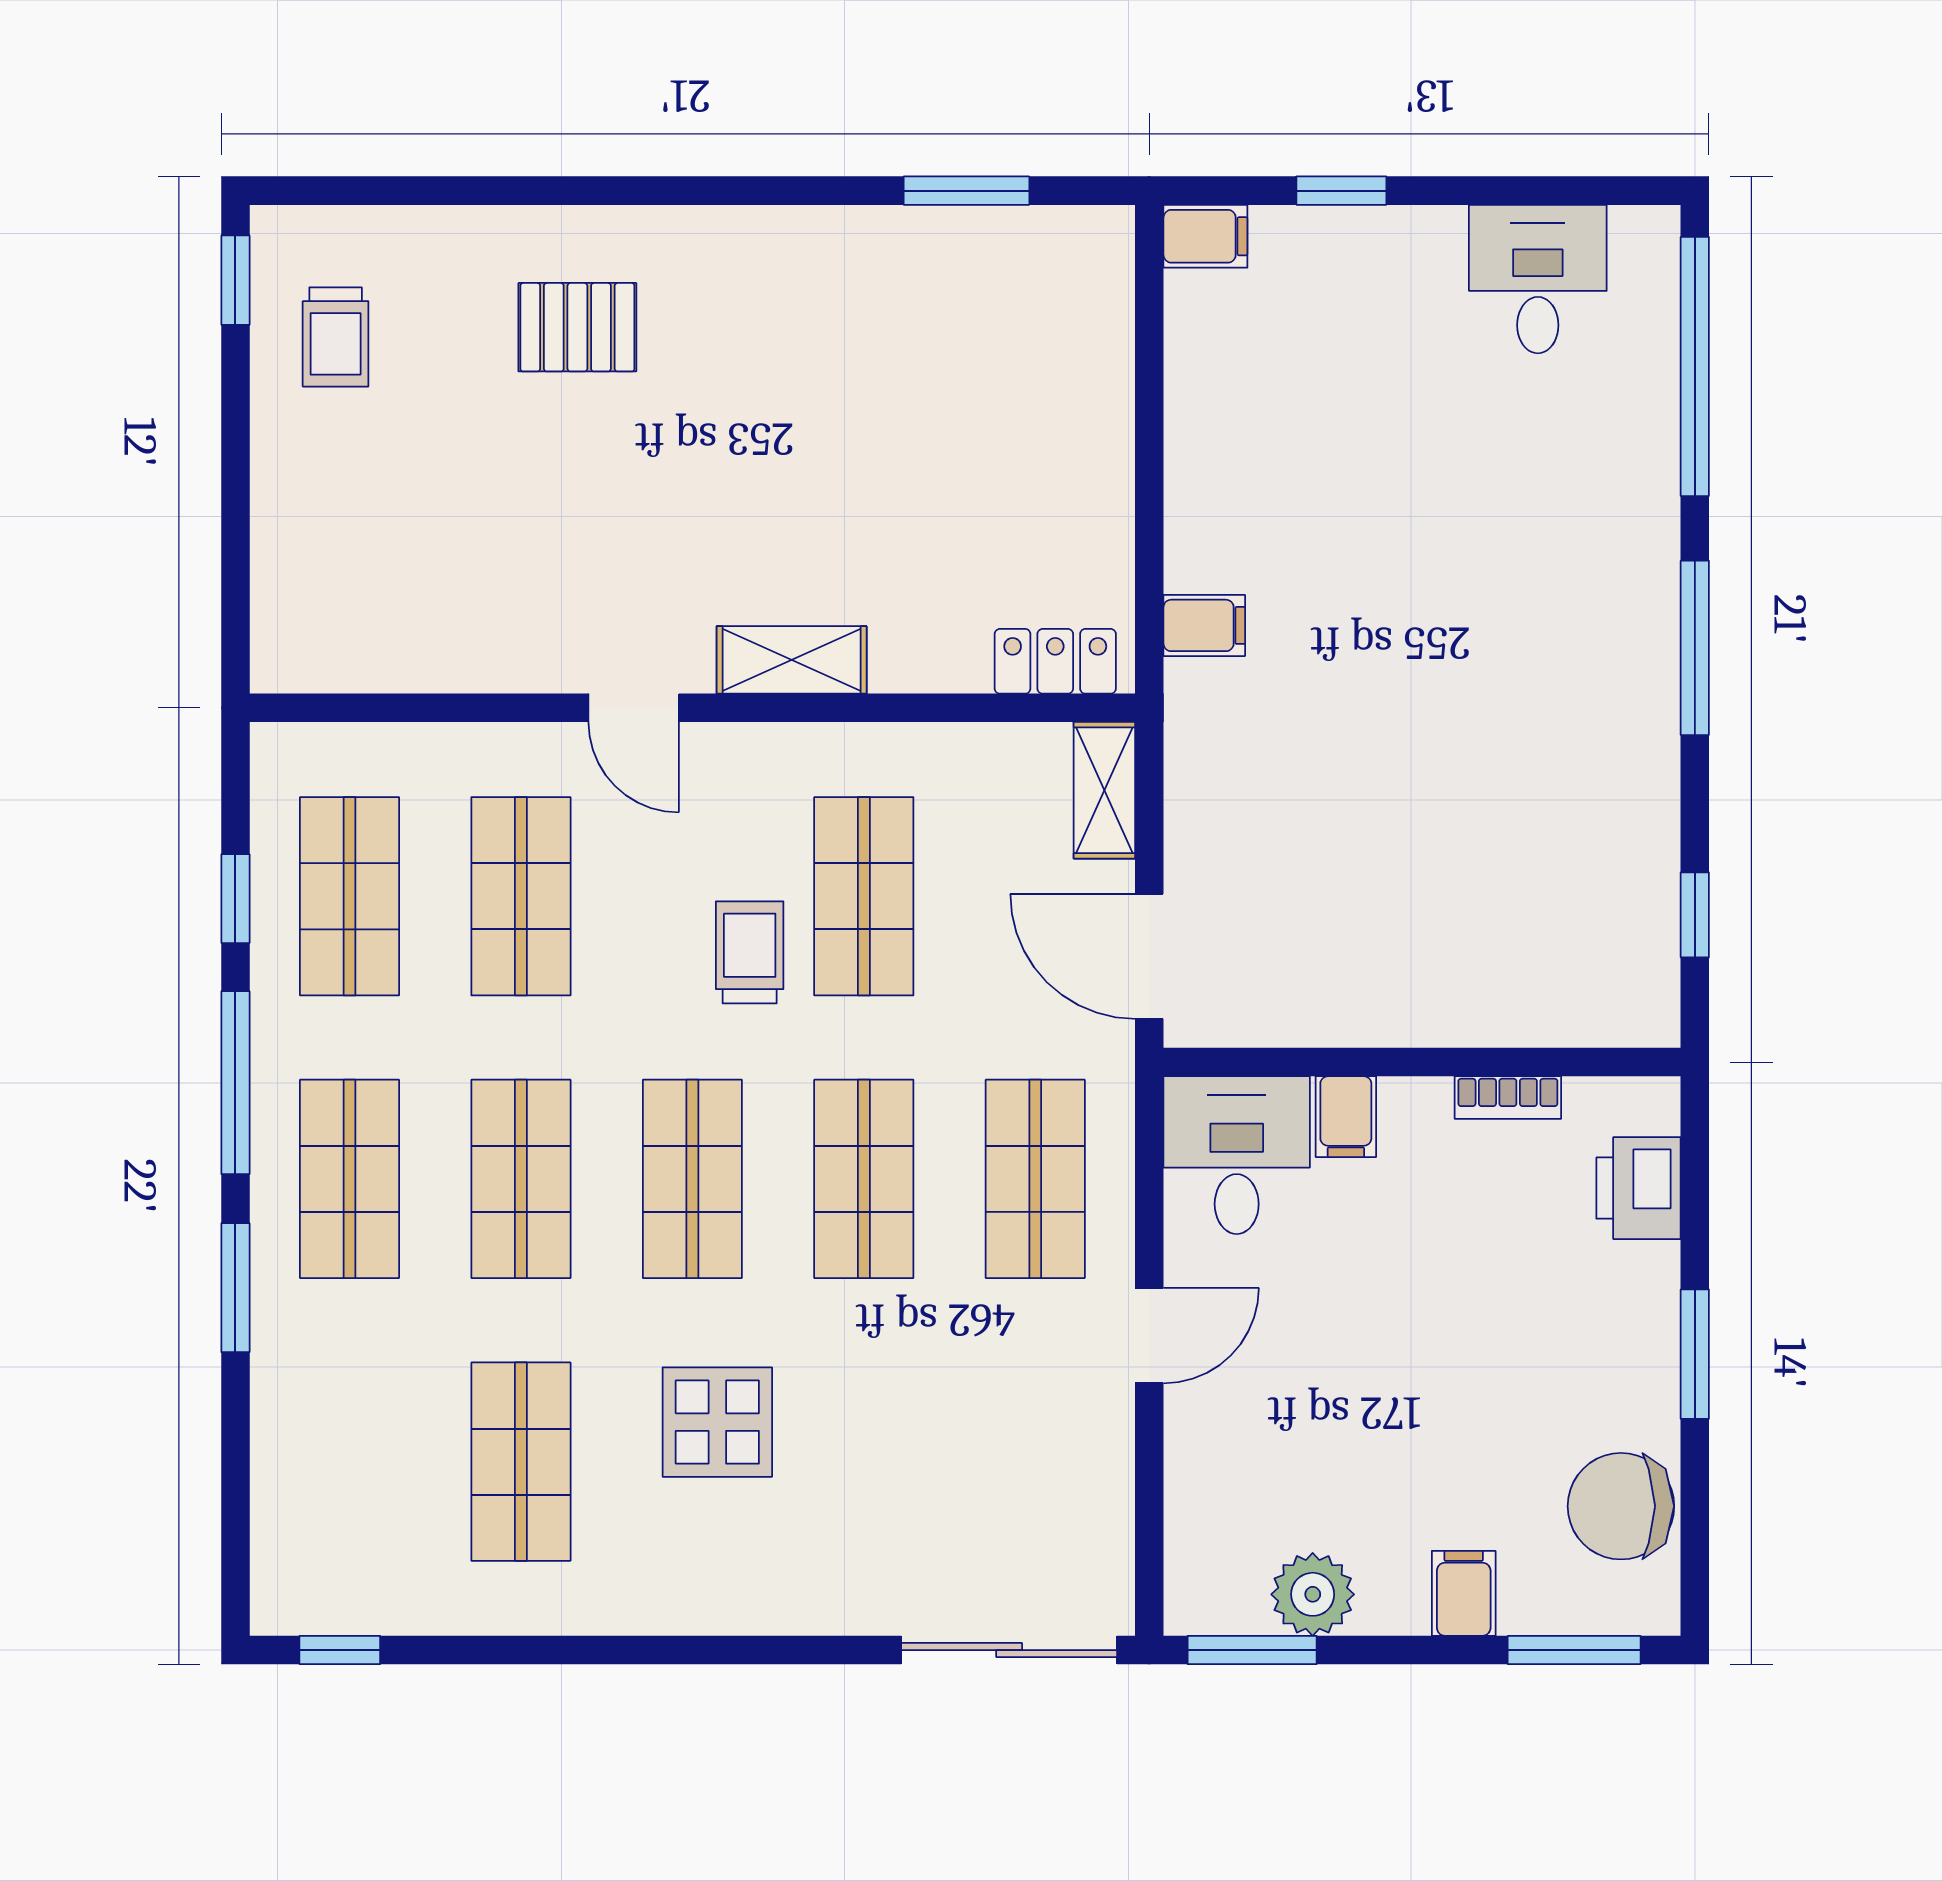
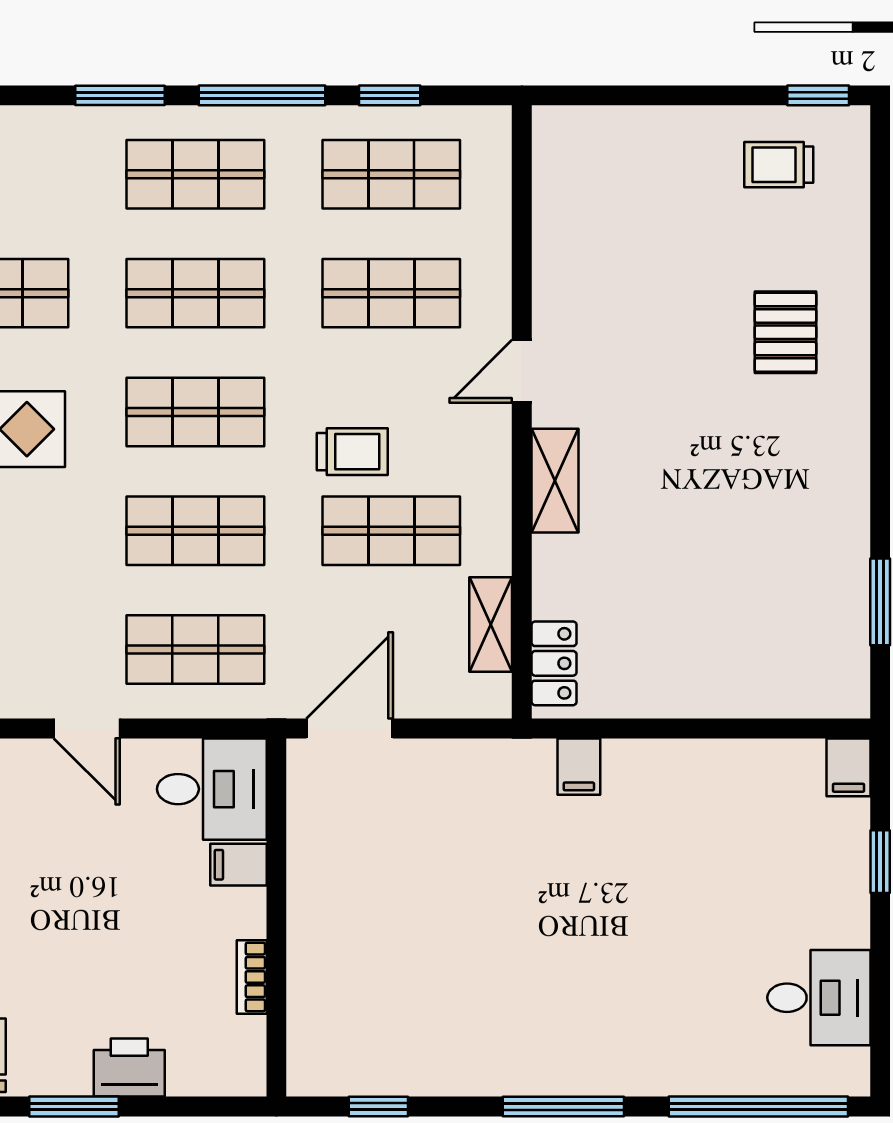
shelving: (1104, 790) -> (491, 624), moved, turned 90
printer: (1638, 1188) -> (129, 1067), moved

